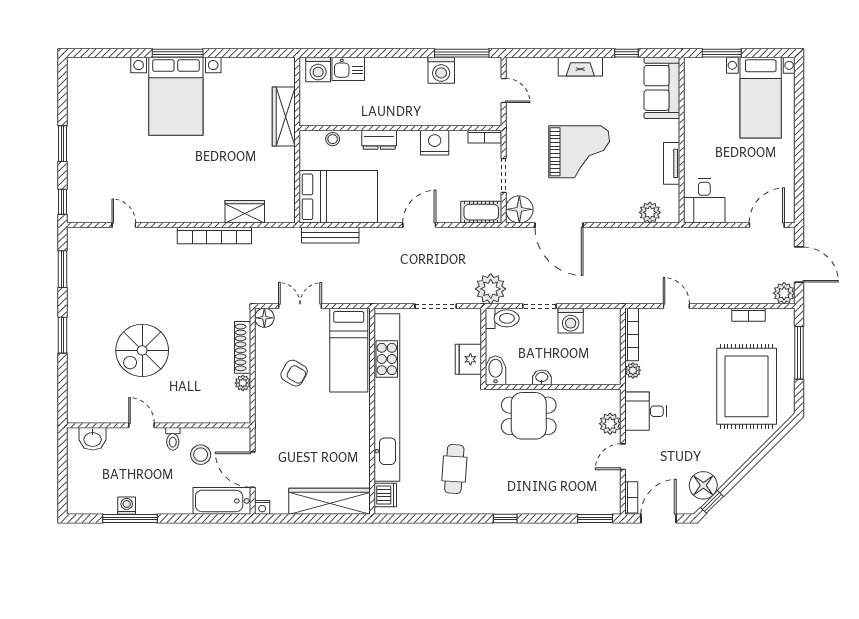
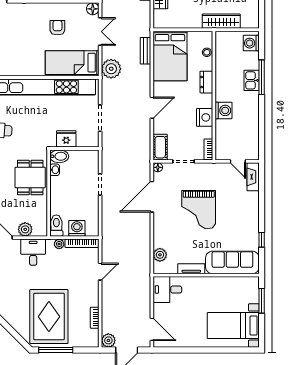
window: (462, 53) -> (262, 77), moved
fireplace: (580, 67) -> (253, 177), moved
kitchen sink: (348, 69) -> (252, 80), moved
washing machine: (441, 70) -> (223, 110), moved, turned 180
sofa: (662, 88) -> (232, 262), width x1.36
door: (504, 90) -> (238, 161), hinge flipped
floor lamp: (519, 209) -> (158, 167), width x0.53, depth x0.53
door: (419, 225) -> (152, 108), hinge flipped
bench: (330, 235) -> (145, 51), width x0.73
plant: (491, 289) -> (111, 69), moved
toilet: (502, 318) -> (56, 226), moved, turned 180
washing machine: (571, 321) -> (77, 228), moved, turned 90
window: (799, 353) -> (56, 350), moved
armchair: (294, 373) -> (57, 28), turned 150
washbasin: (542, 377) -> (55, 170), moved
rug: (747, 386) -> (49, 317), turned 90

